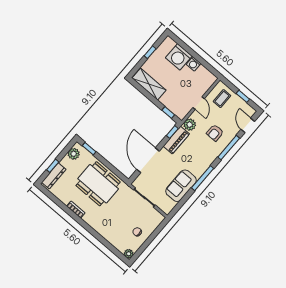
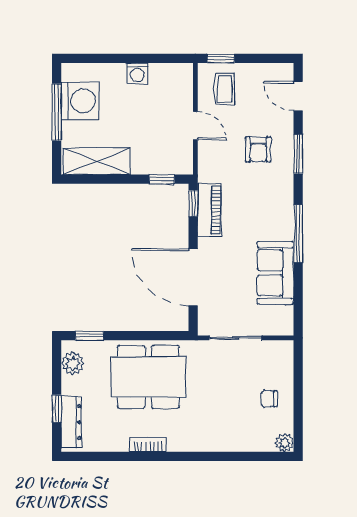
window: (150, 52) -> (57, 112), width x2.17
washing machine: (179, 57) -> (80, 101), moved, turned -90
window: (243, 96) -> (221, 58), moved
plant: (190, 125) -> (210, 170), removed
window: (229, 148) -> (298, 154), width x0.69

